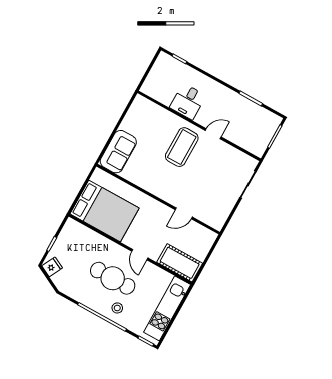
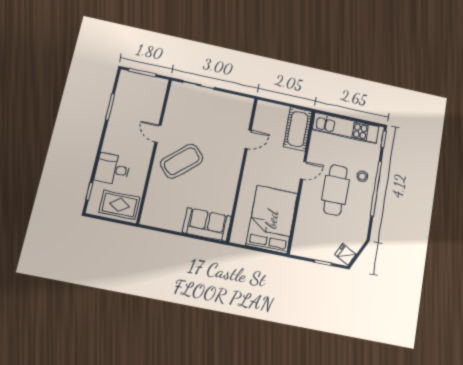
rug: (159, 81) -> (119, 205), added
desk: (188, 101) -> (113, 169), moved, turned 180
coffee table: (182, 147) -> (182, 161), turned -42
door: (184, 213) -> (248, 139), hinge flipped

